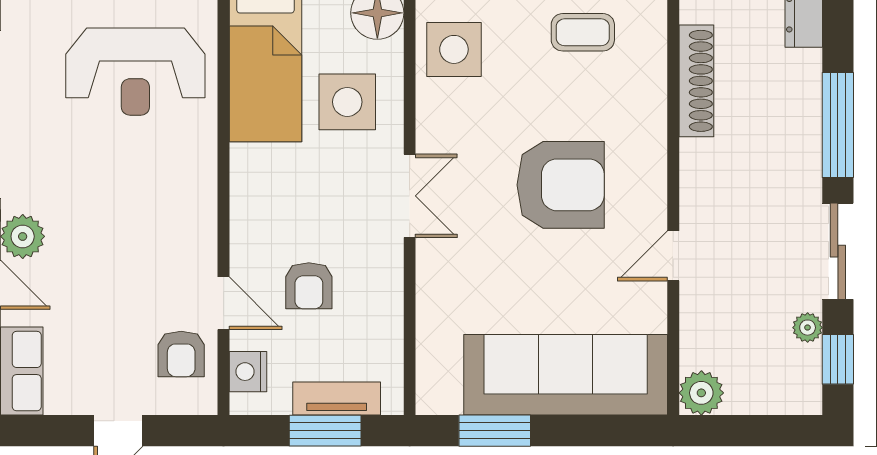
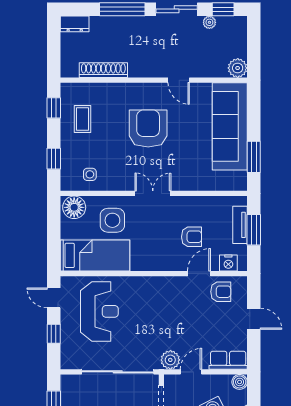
side table: (454, 49) -> (90, 174), width x0.54, depth x0.54

